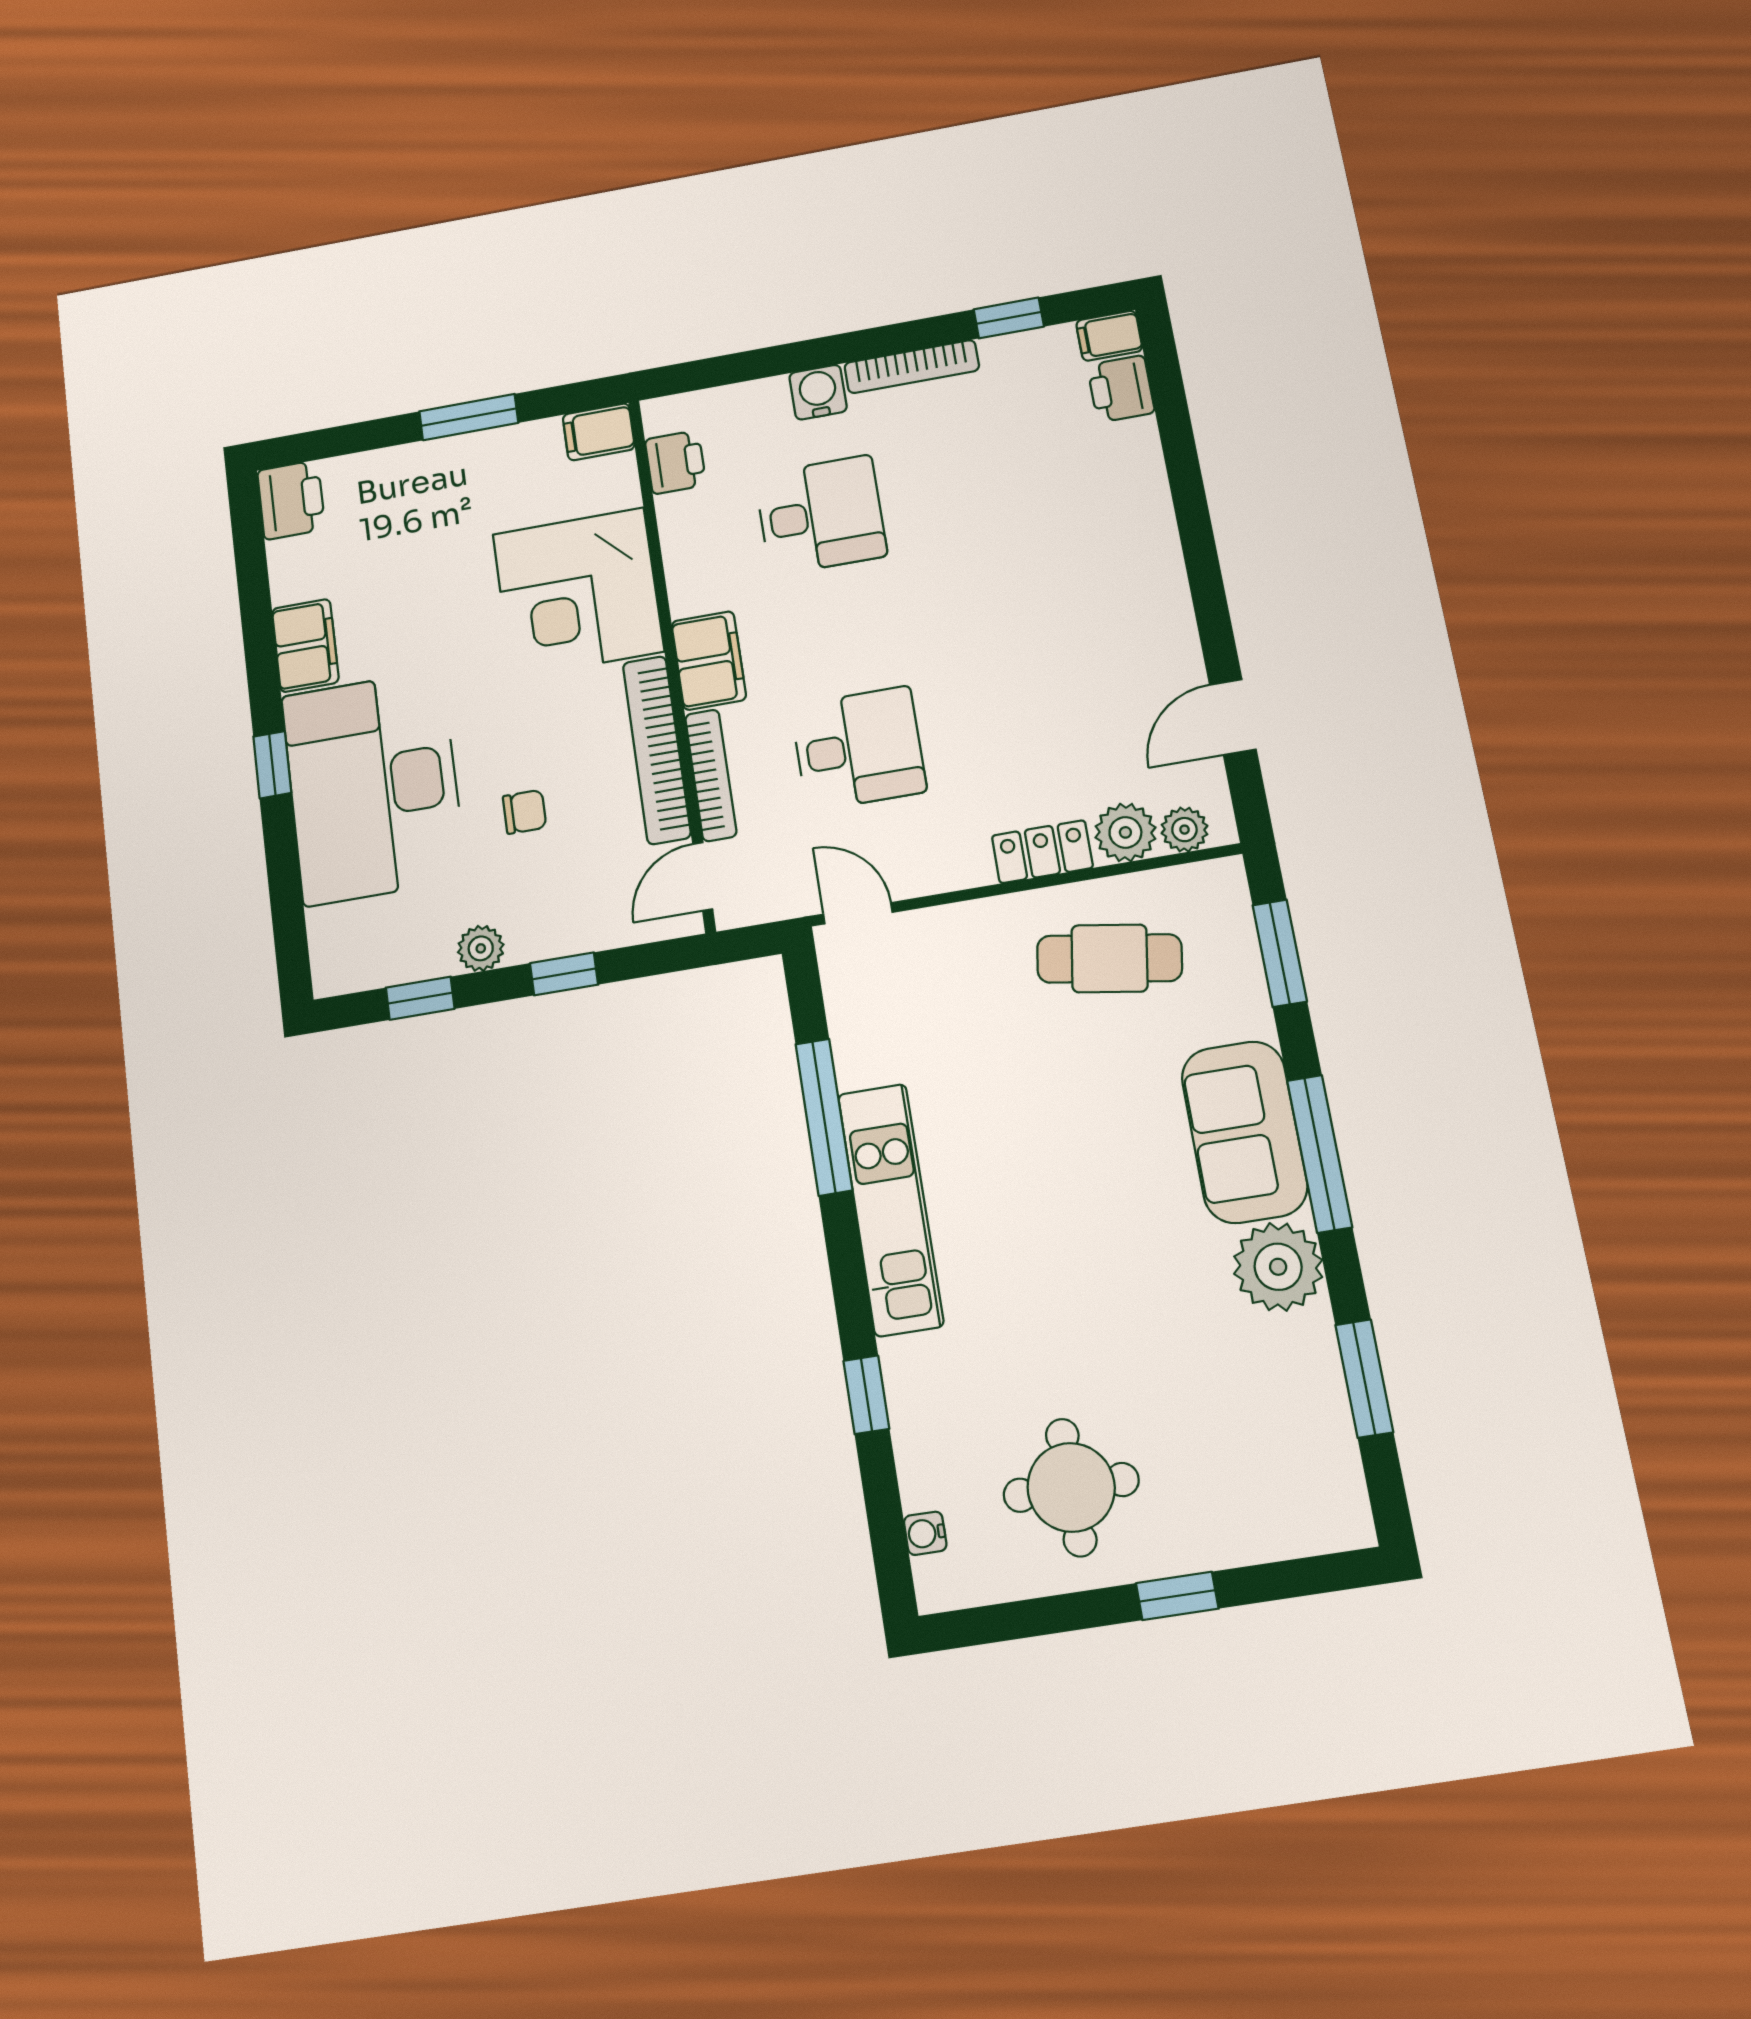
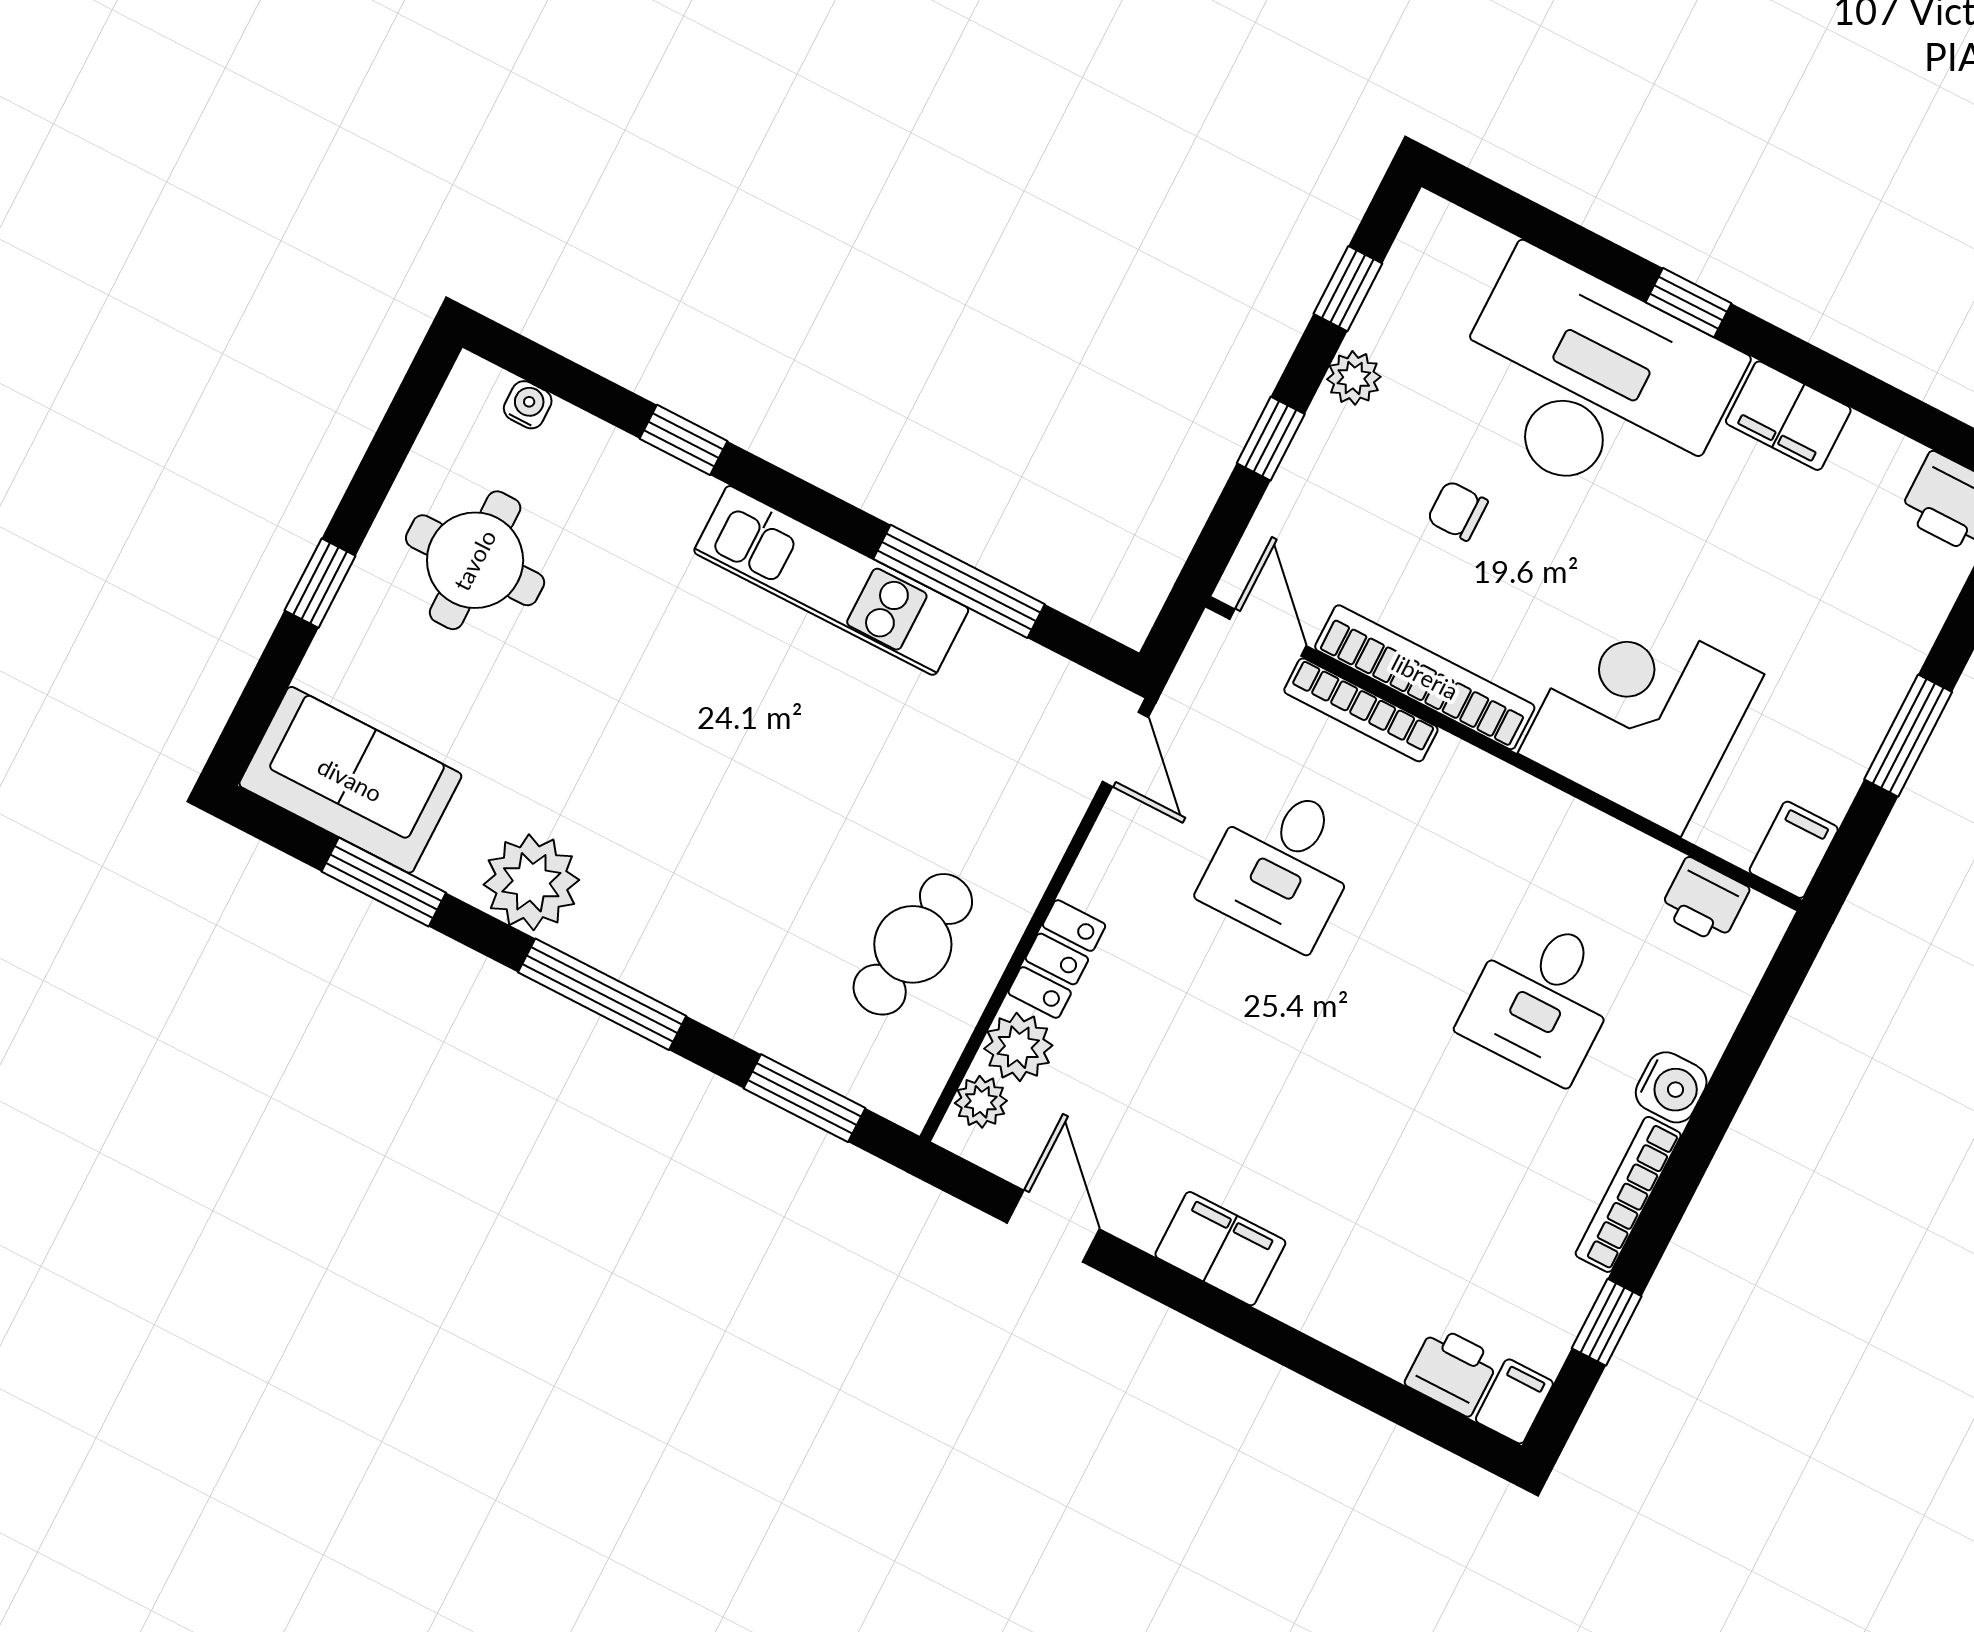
filing cabinet: (709, 661) -> (1220, 1249), moved, turned 180
chair: (525, 812) -> (1457, 511), turned 90
door: (858, 913) -> (1125, 749), hinge flipped
sofa: (1244, 1132) -> (350, 780), moved

